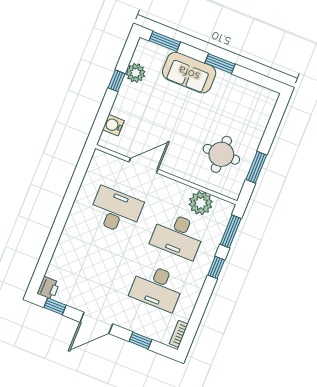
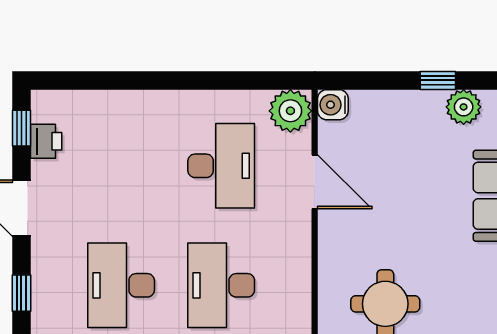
water cooler: (113, 125) -> (333, 105), moved, turned -90
plant: (201, 203) -> (290, 111), moved
printer: (48, 288) -> (46, 141), moved, turned -90

